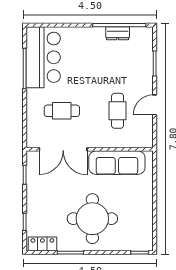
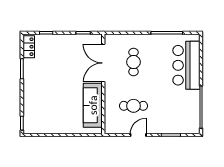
dresser: (118, 33) -> (195, 106), removed
bar counter: (43, 57) -> (186, 65), moved, turned 90
door: (155, 105) -> (138, 135), hinge flipped
round table: (92, 219) -> (49, 86), removed

